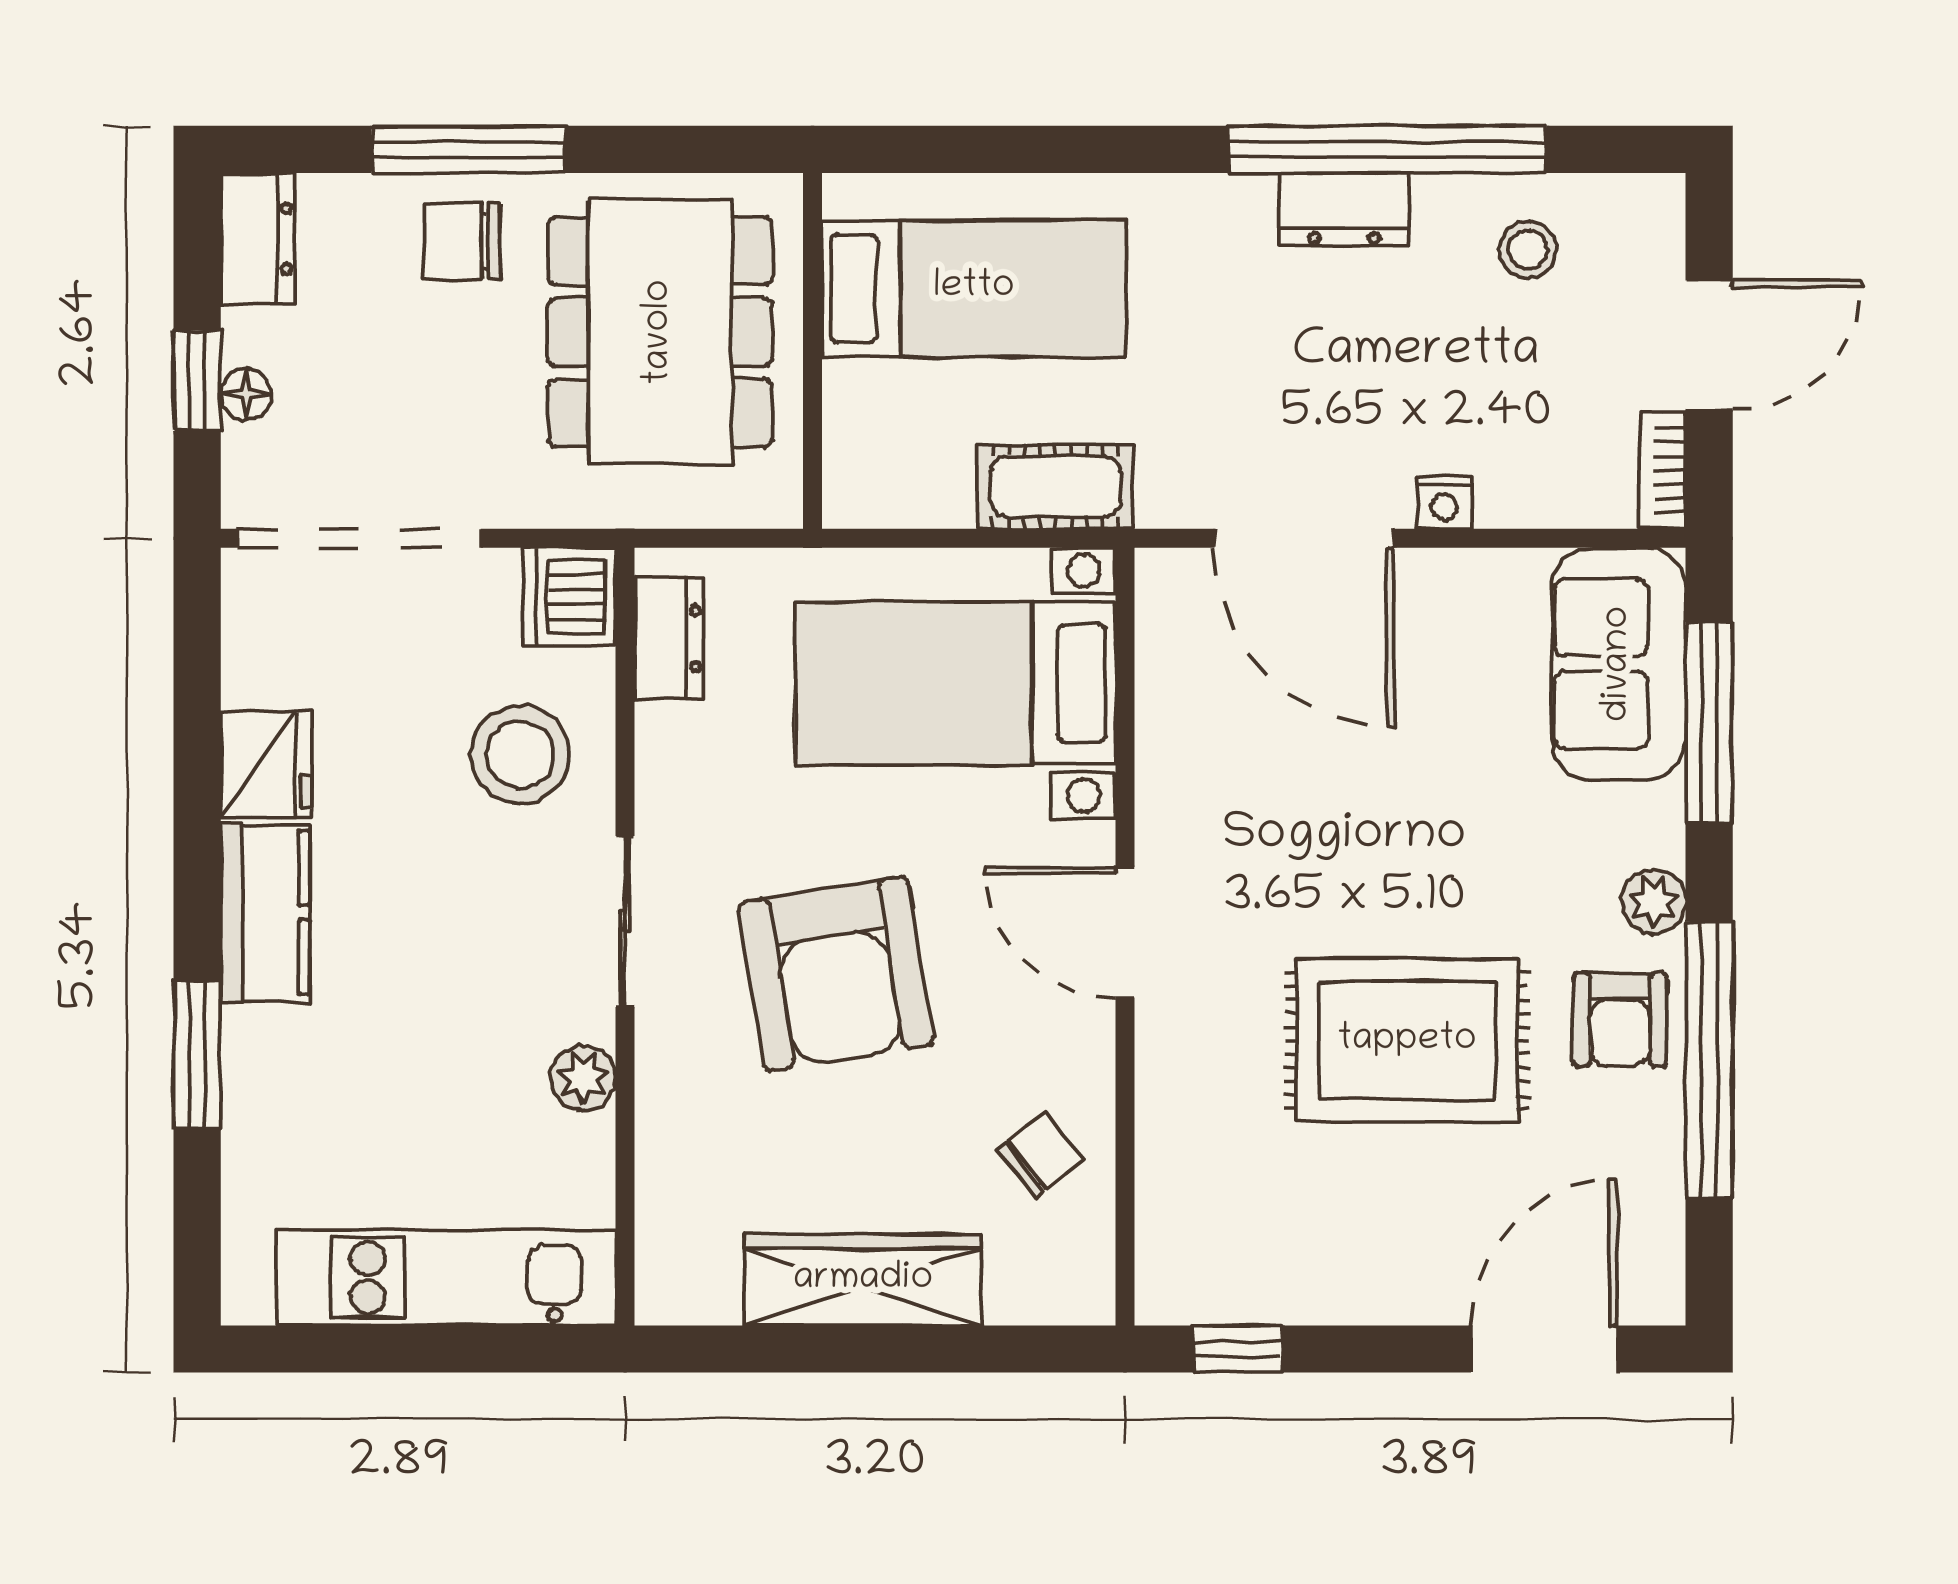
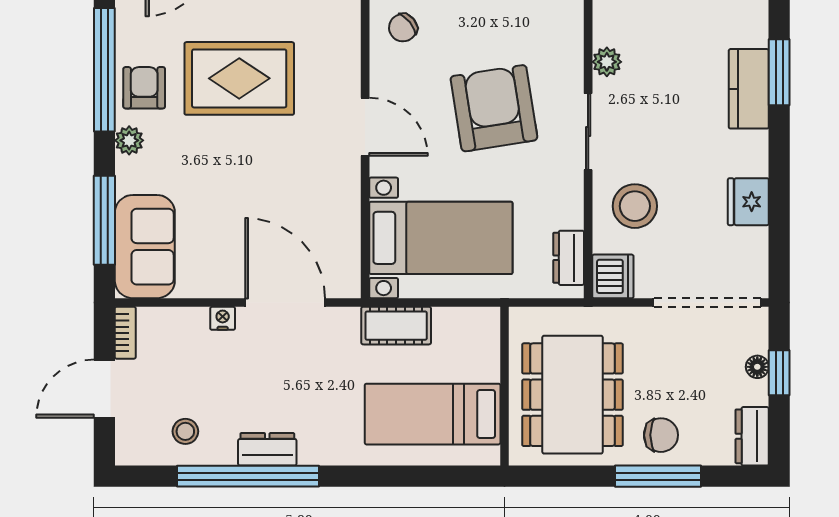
kitchen counter: (265, 913) -> (749, 89), moved

